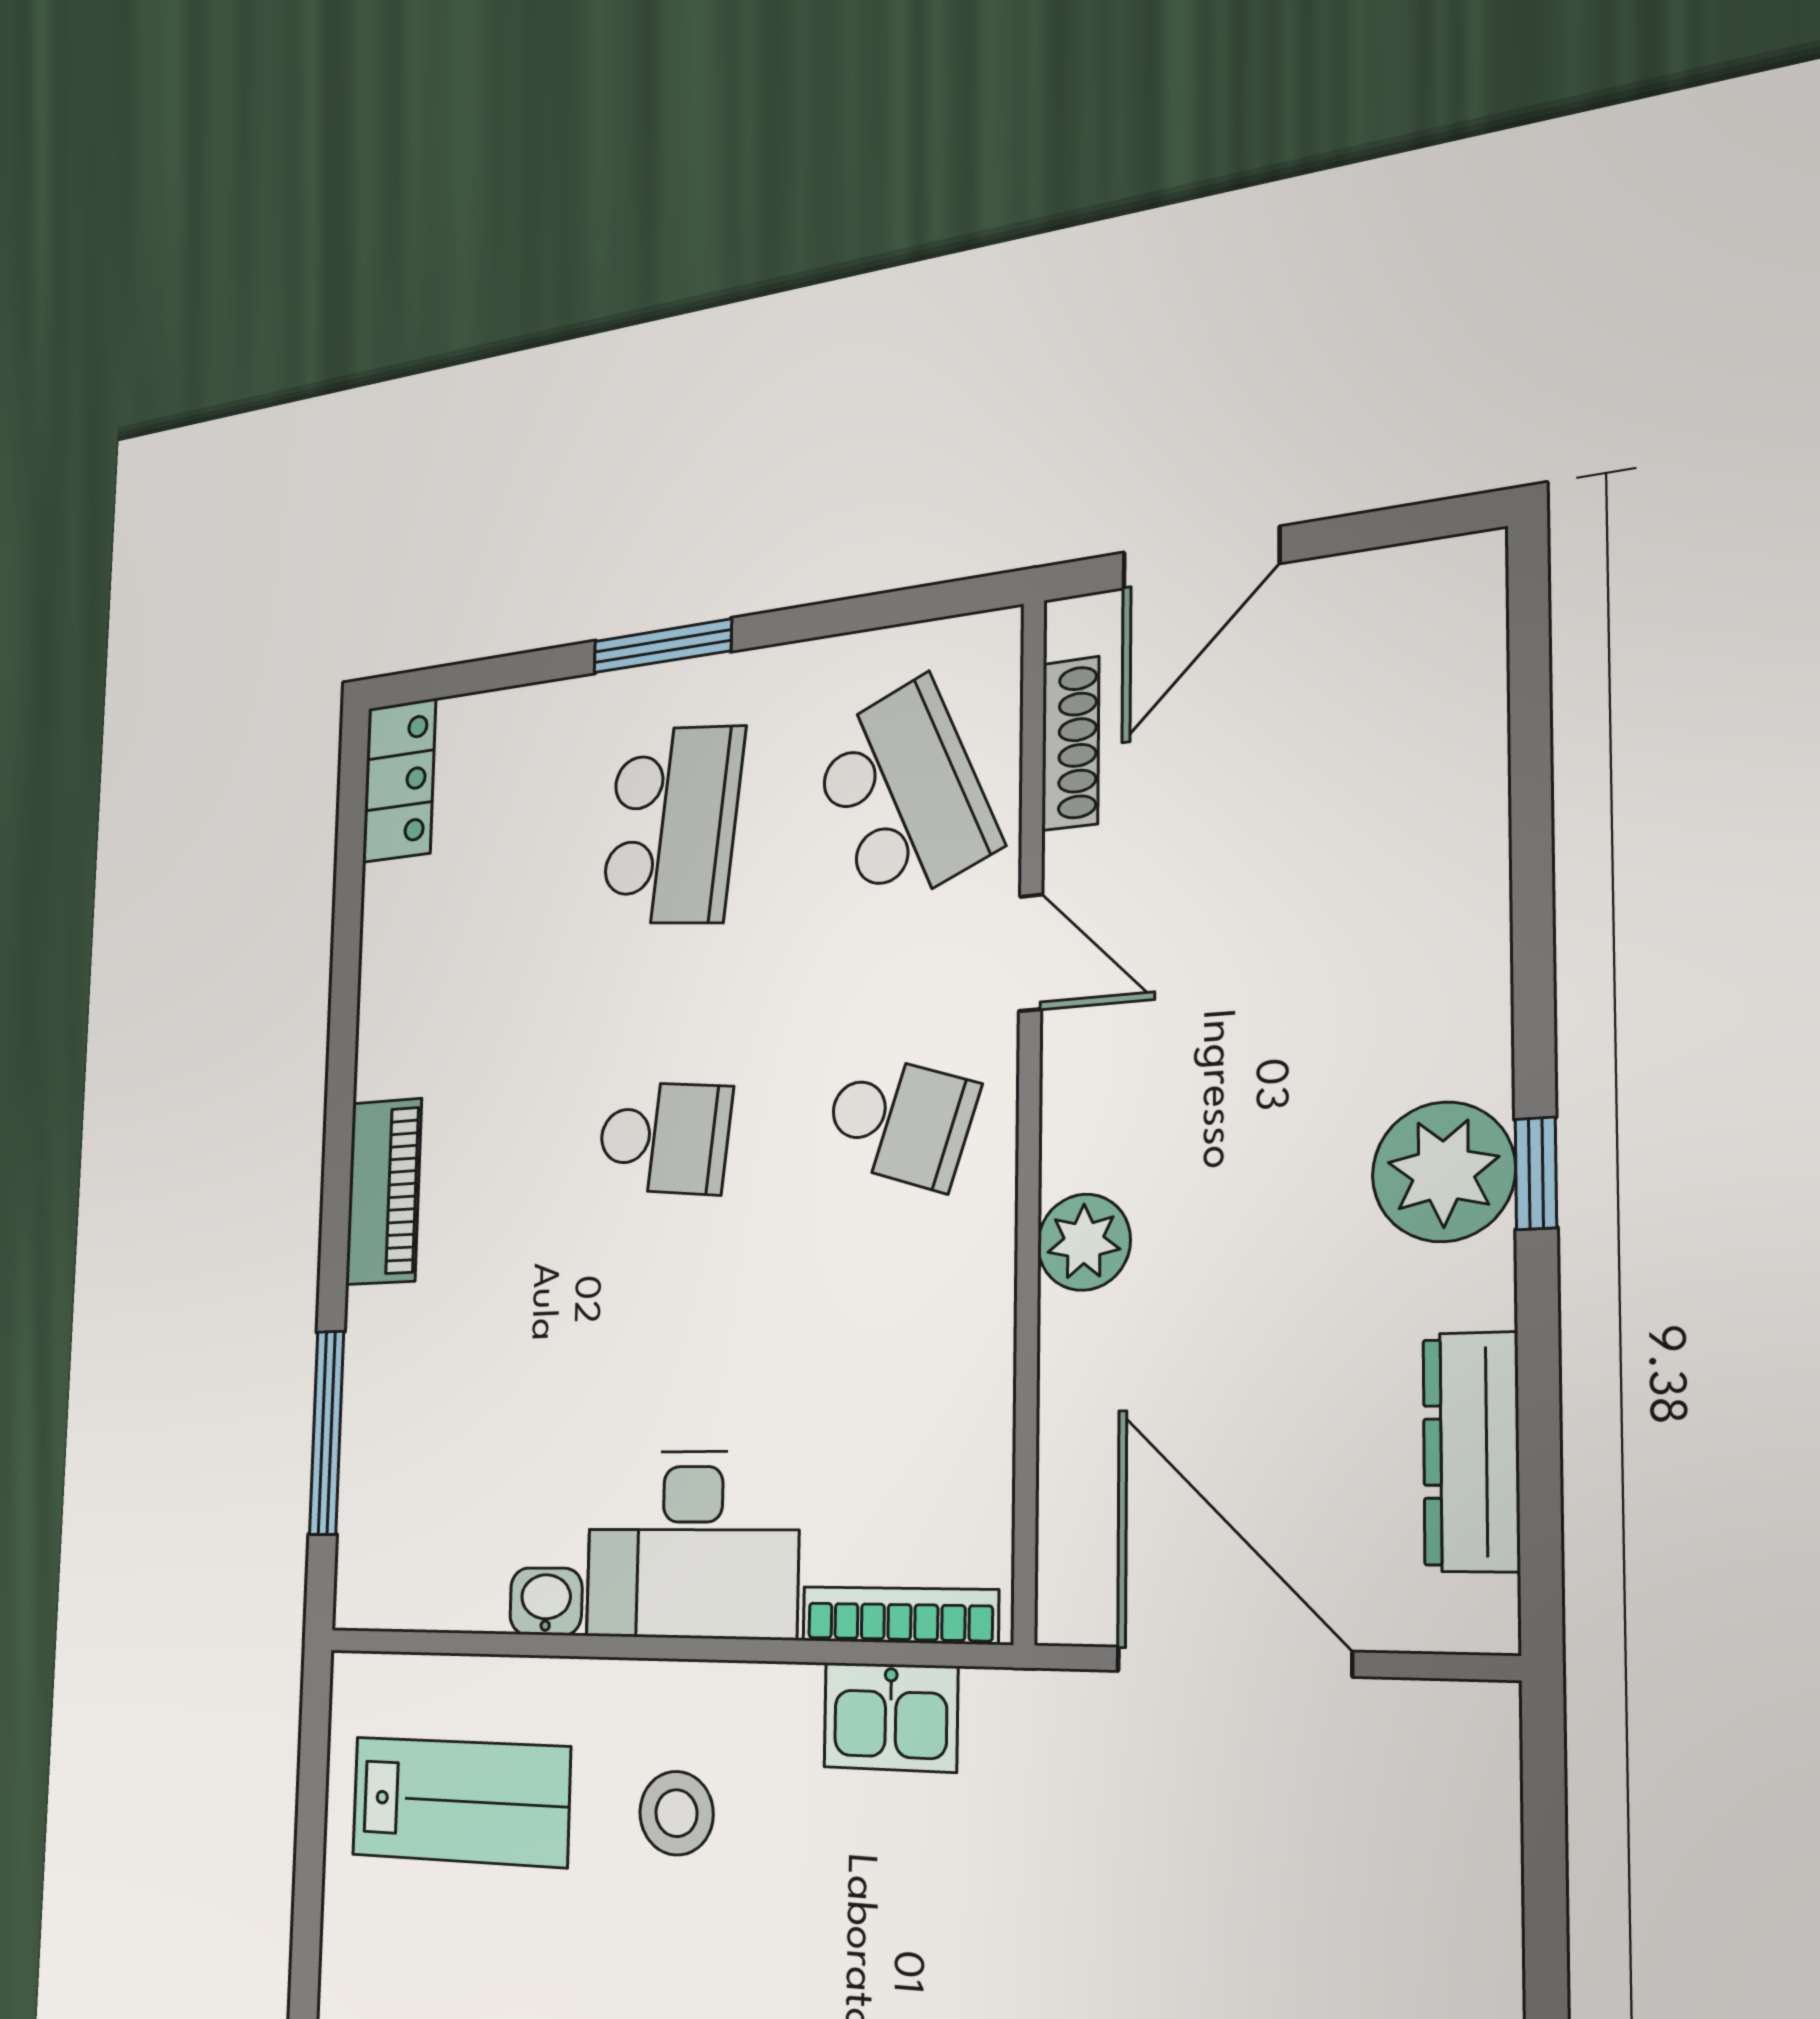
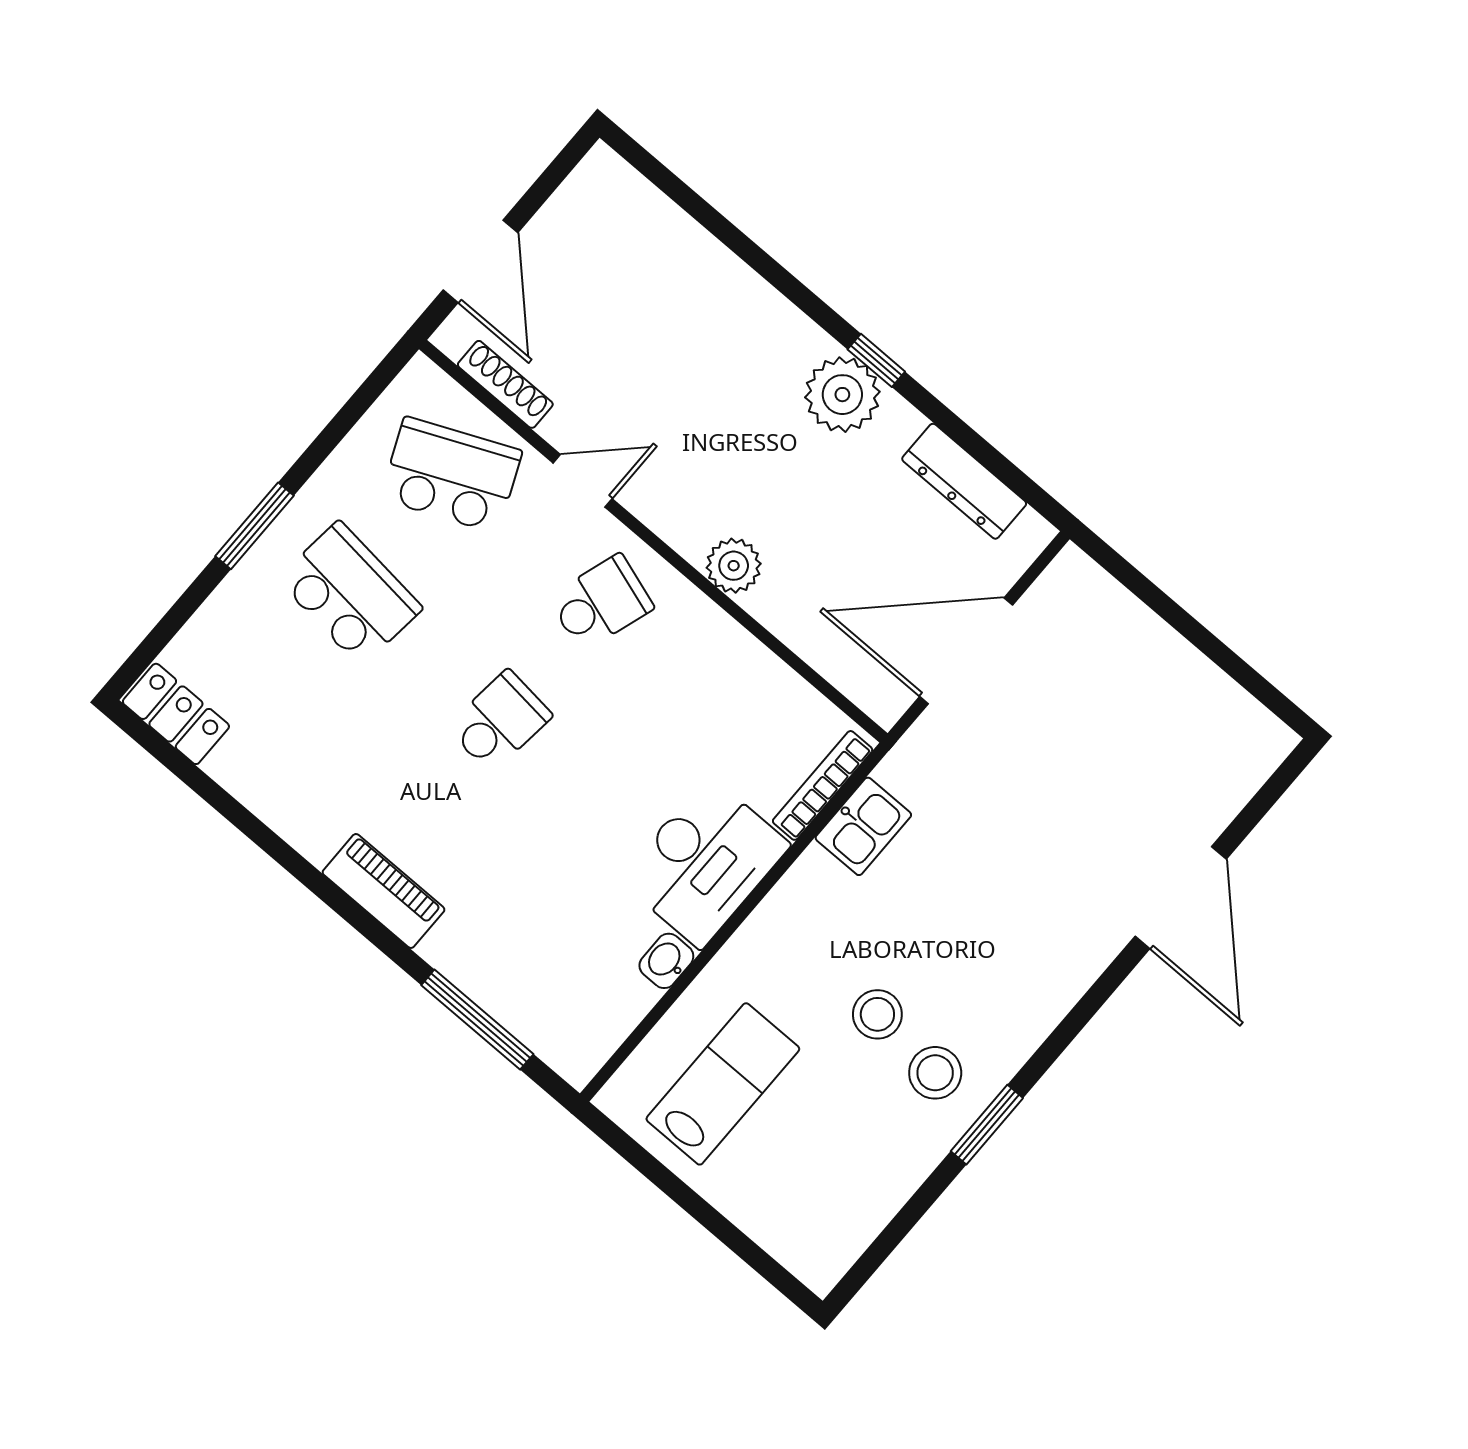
stool: (676, 1813) -> (877, 1014), moved

